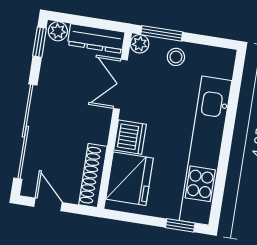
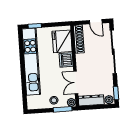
double door: (120, 84) -> (76, 83), swing flipped

